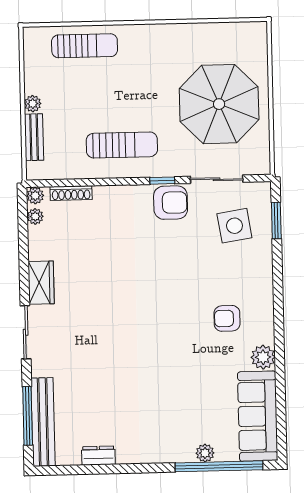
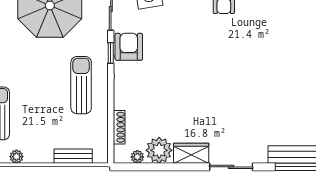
plant: (33, 104) -> (16, 157), moved
plant: (35, 196) -> (159, 150), moved, width x1.88, depth x1.88

